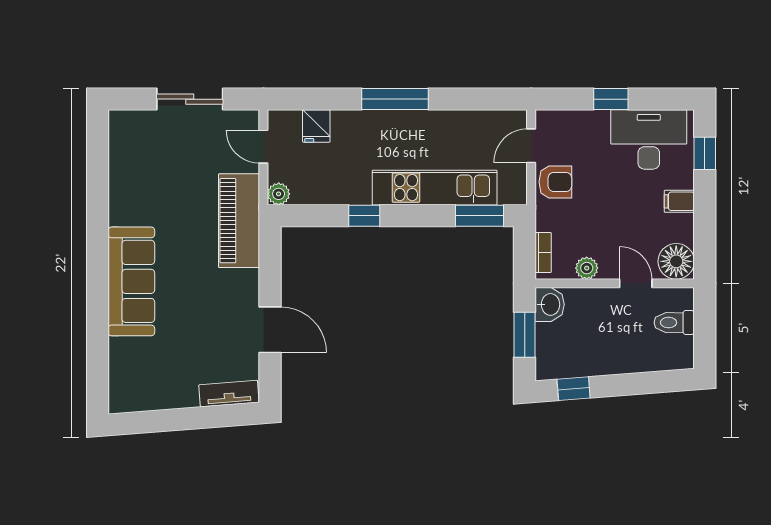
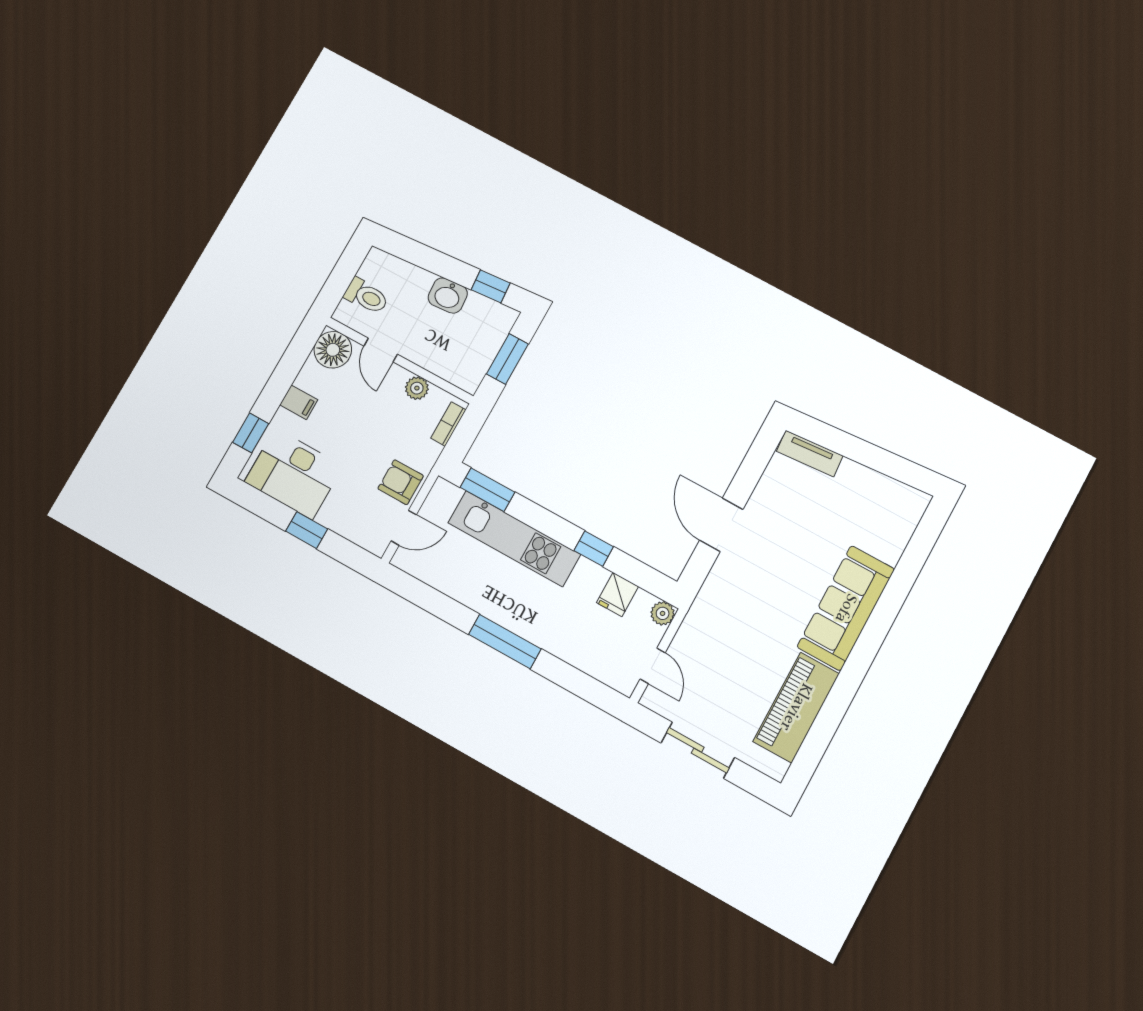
fridge: (316, 126) -> (618, 595), moved, turned 180
piano: (239, 221) -> (796, 707), moved, turned 180
washbasin: (550, 304) -> (448, 296), moved, turned -94
door: (270, 330) -> (721, 525), moved

